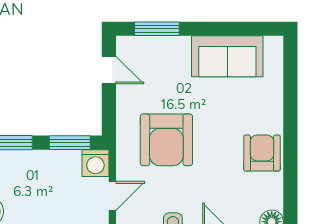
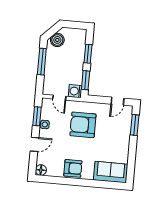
sofa: (227, 56) -> (111, 172), moved, turned 90

